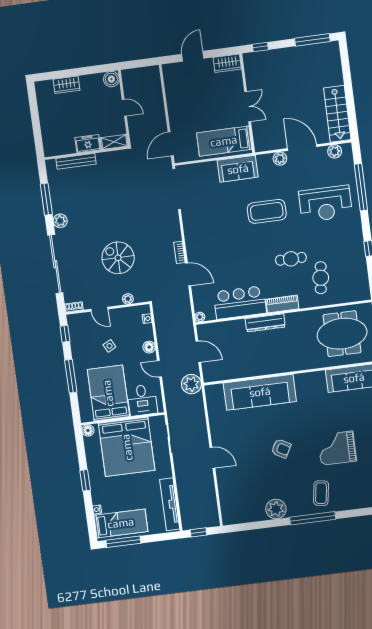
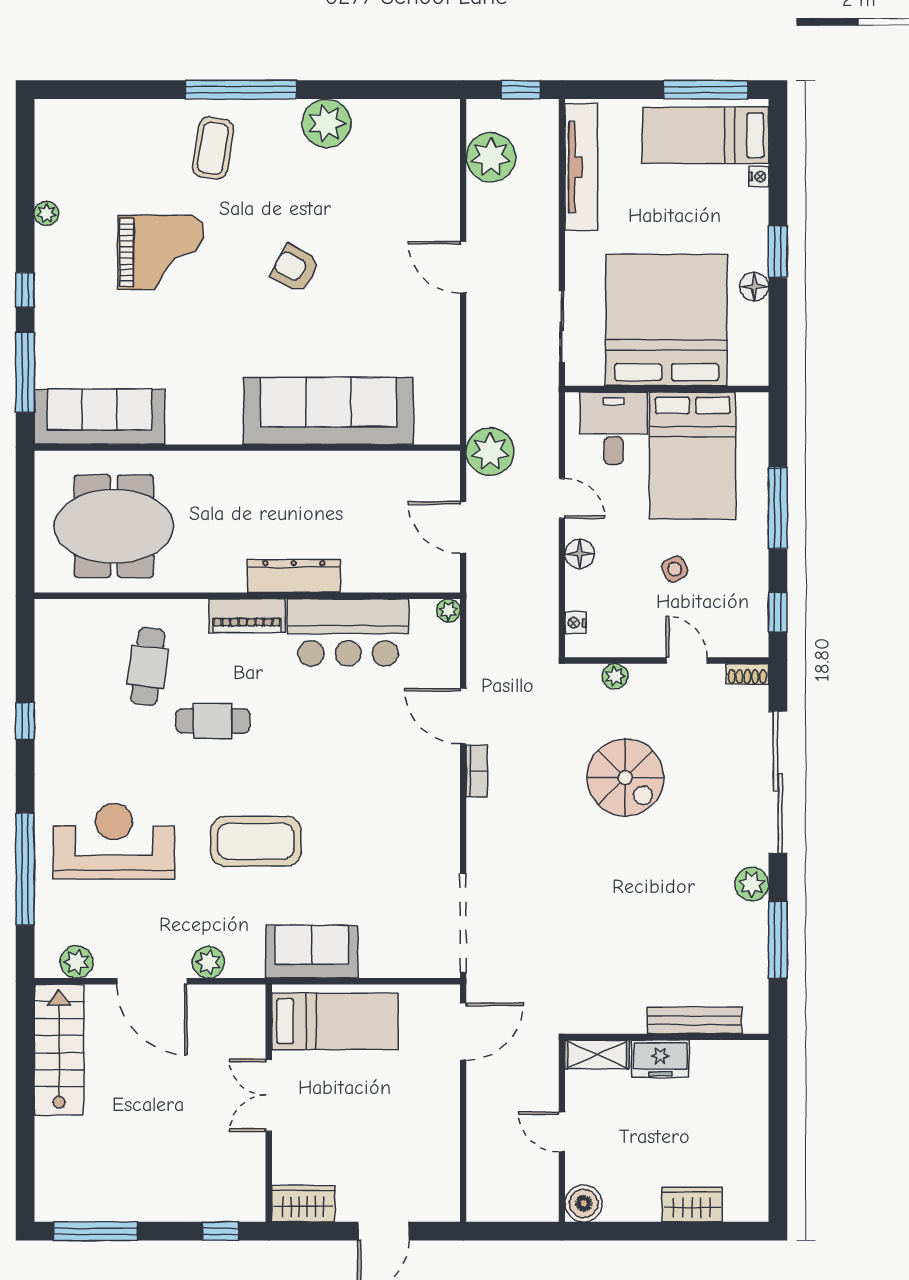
floor lamp: (88, 430) -> (754, 287), moved
plant: (207, 504) -> (491, 157), added

